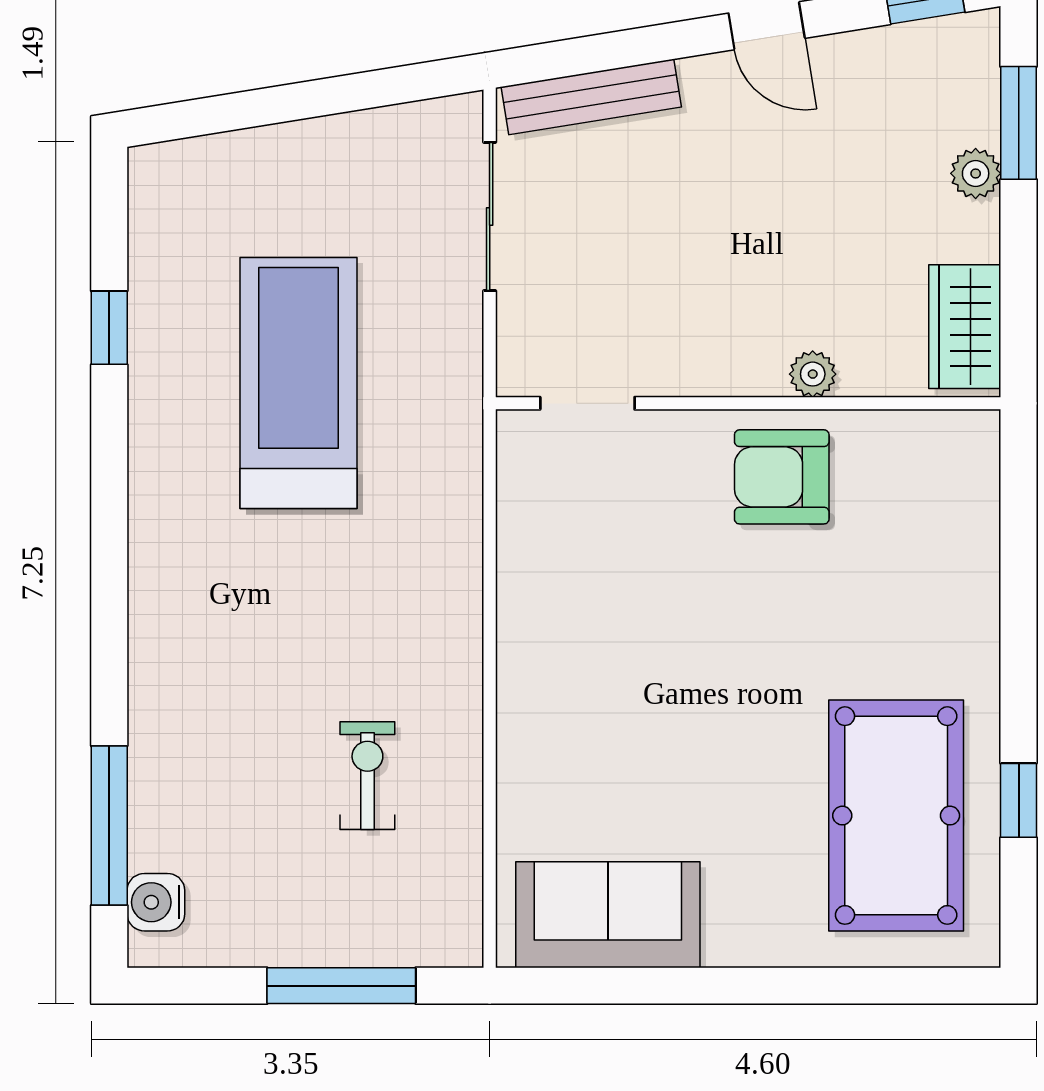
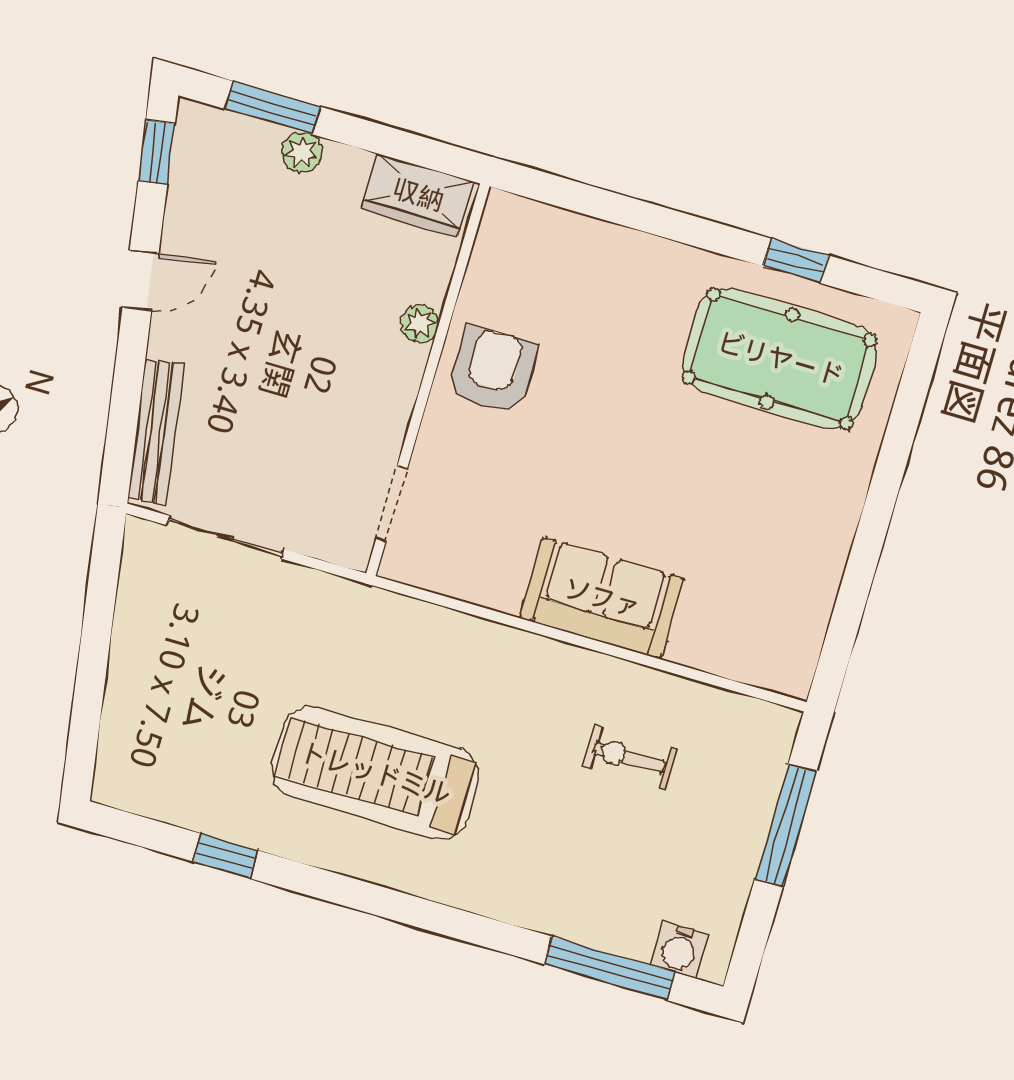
treadmill: (298, 383) -> (375, 773), moved
armchair: (782, 477) -> (492, 370), turned 180
sofa: (608, 915) -> (602, 598), moved, turned 90

